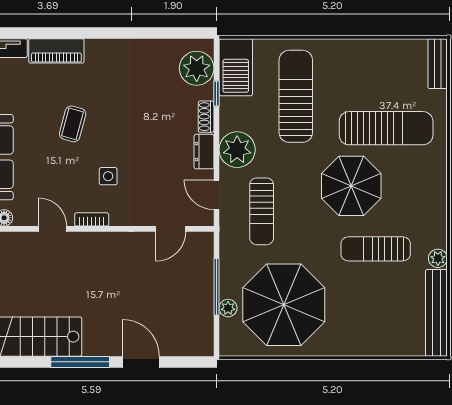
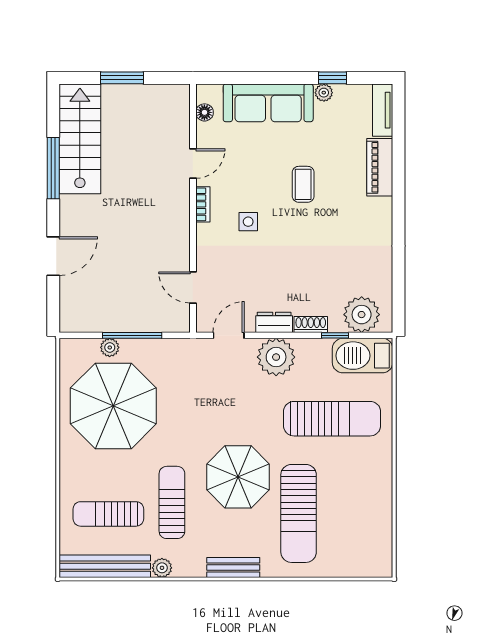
bench: (438, 64) -> (233, 568), moved
coffee table: (73, 124) -> (303, 184), turned 75
sun lounger: (262, 211) -> (108, 514), moved
window: (80, 362) -> (53, 168), moved

